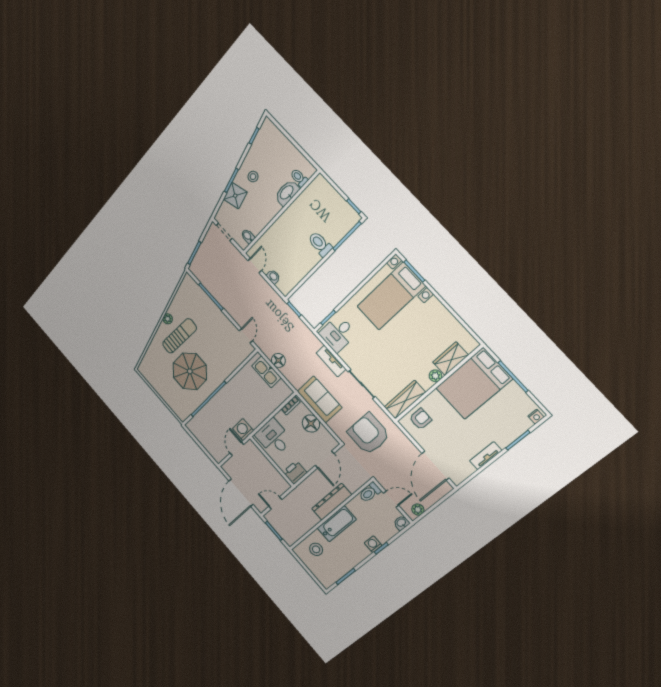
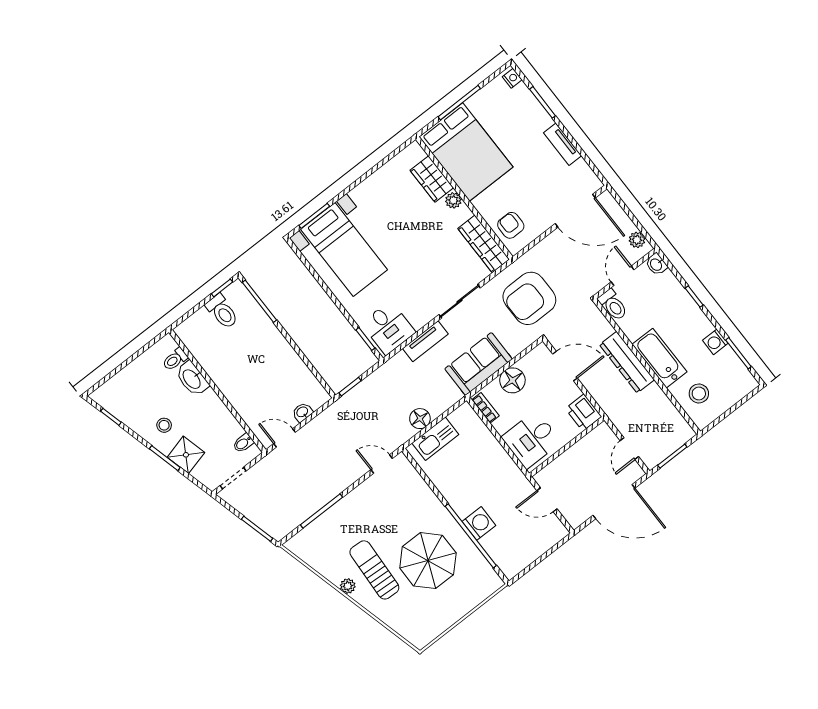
toilet: (320, 244) -> (222, 312), moved, turned -90
washing machine: (243, 430) -> (479, 523), moved, turned 180
washing machine: (373, 544) -> (715, 342), moved

